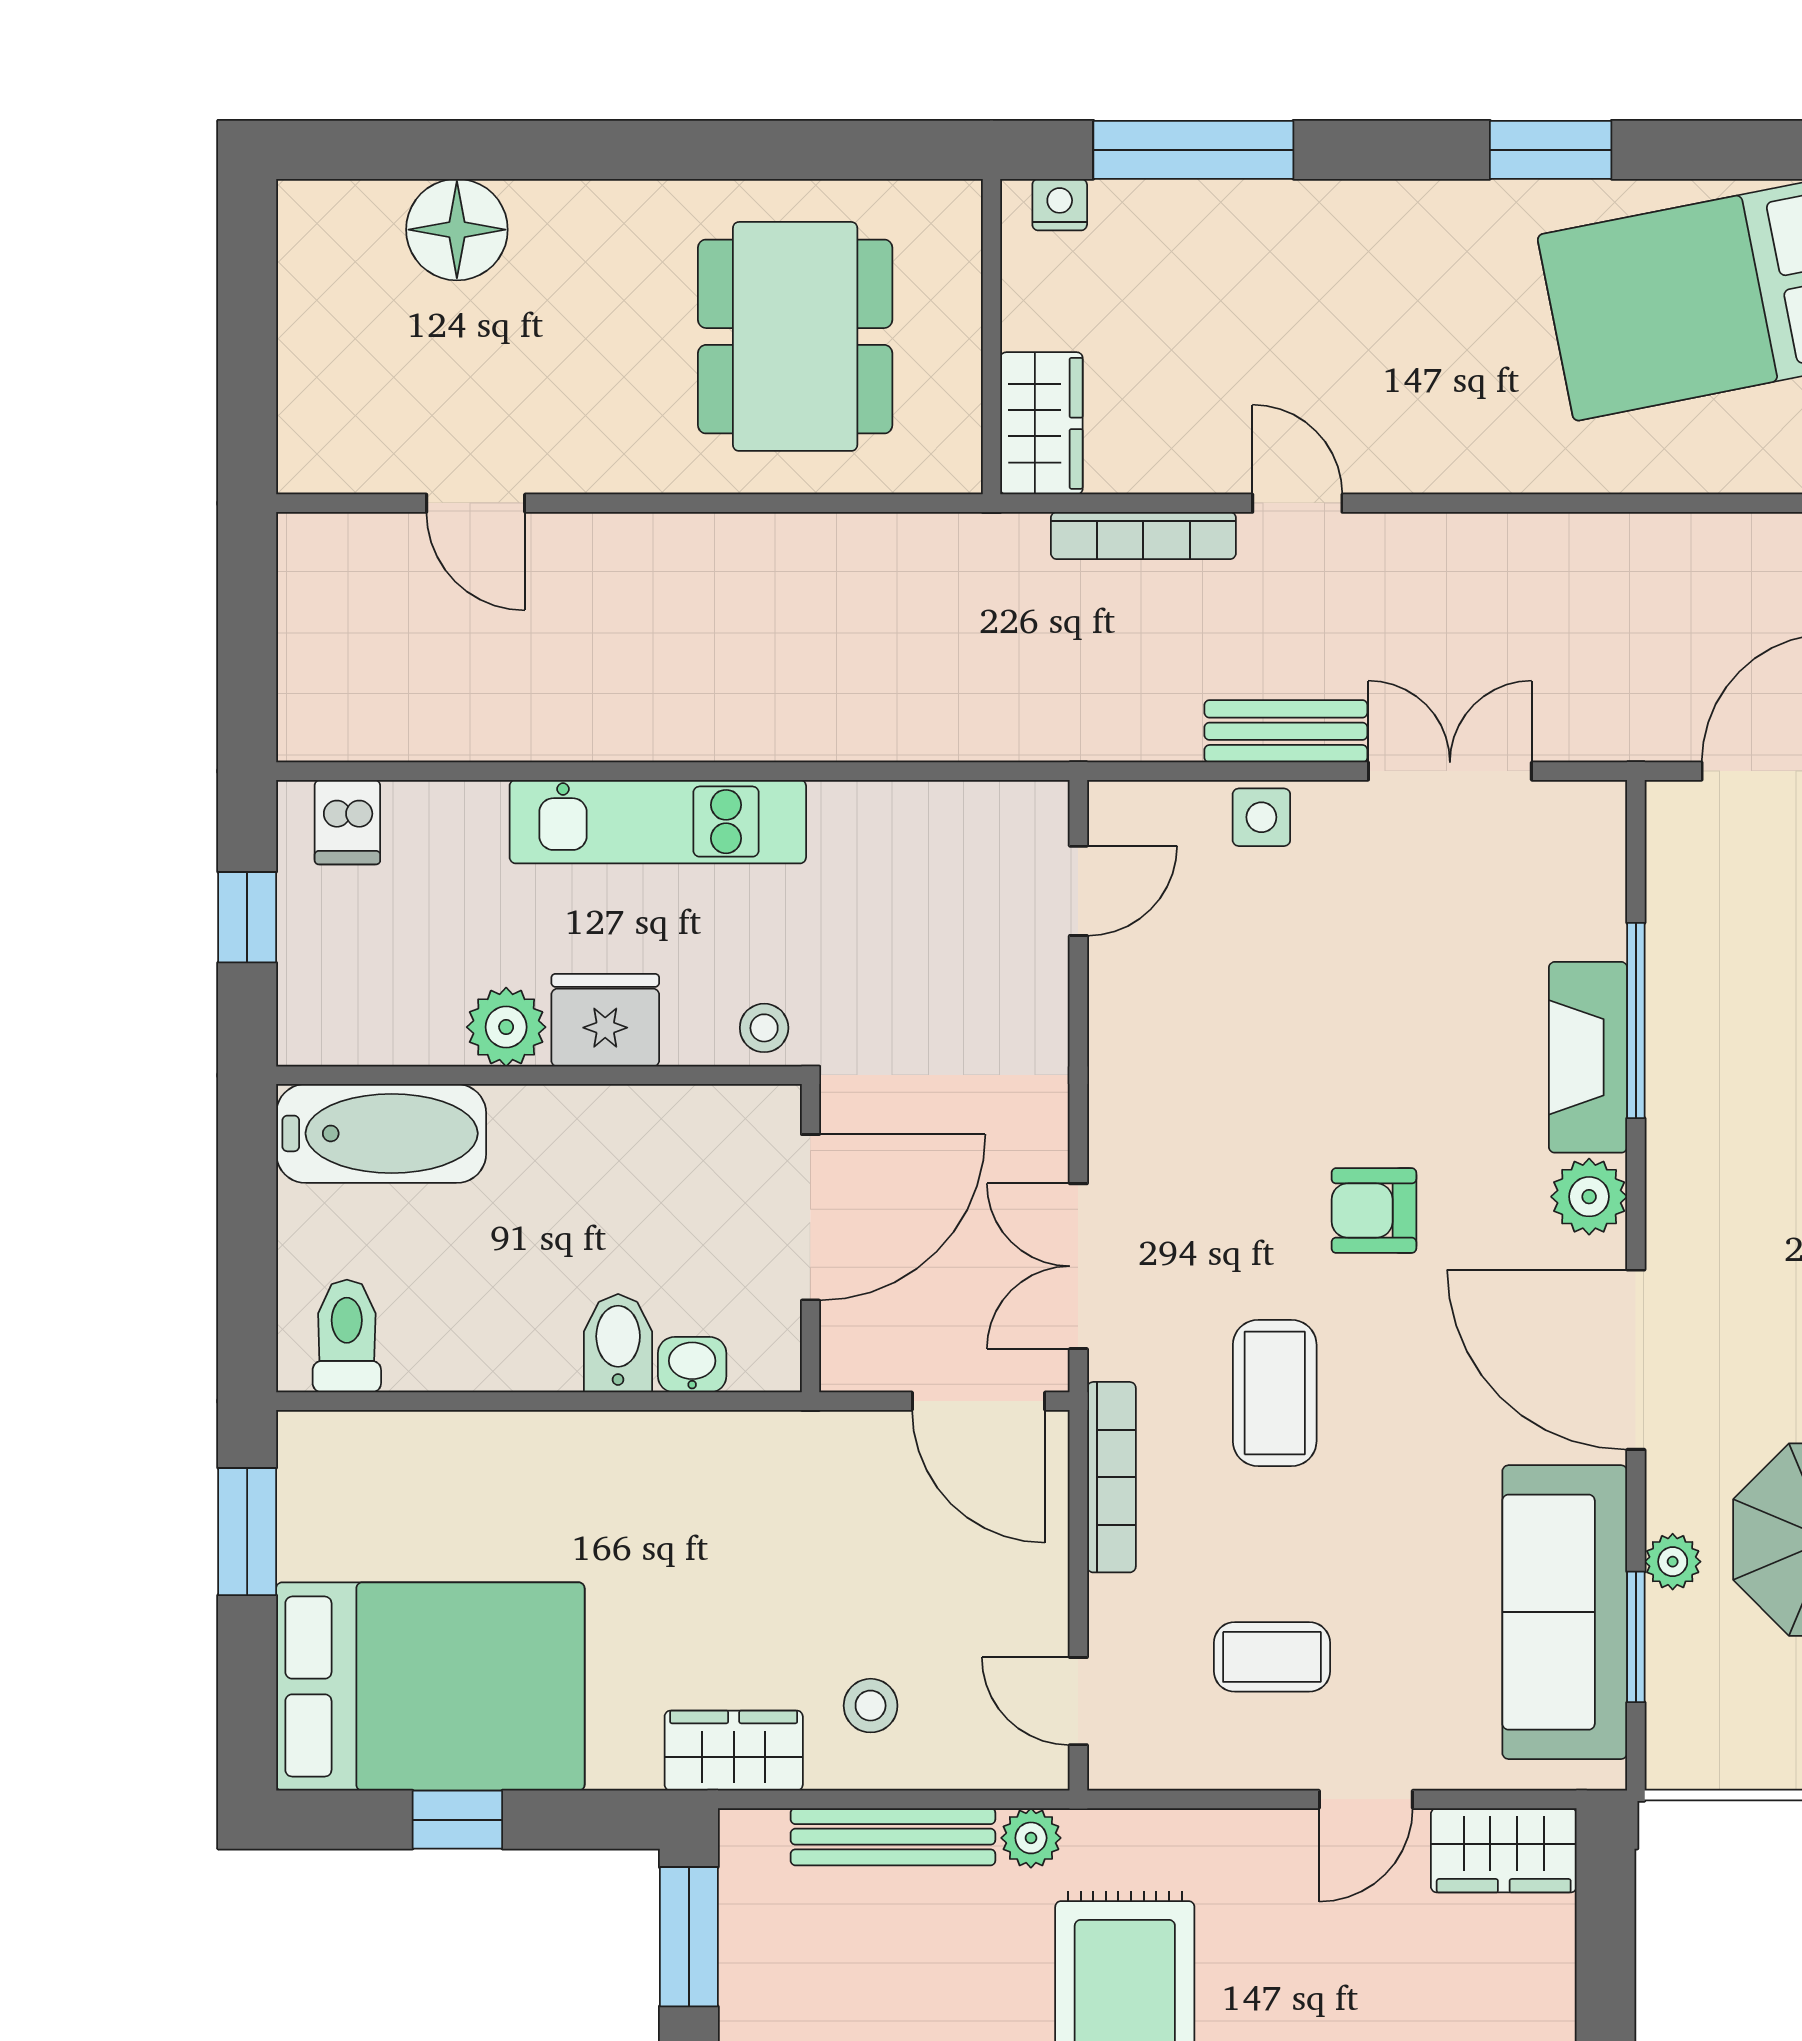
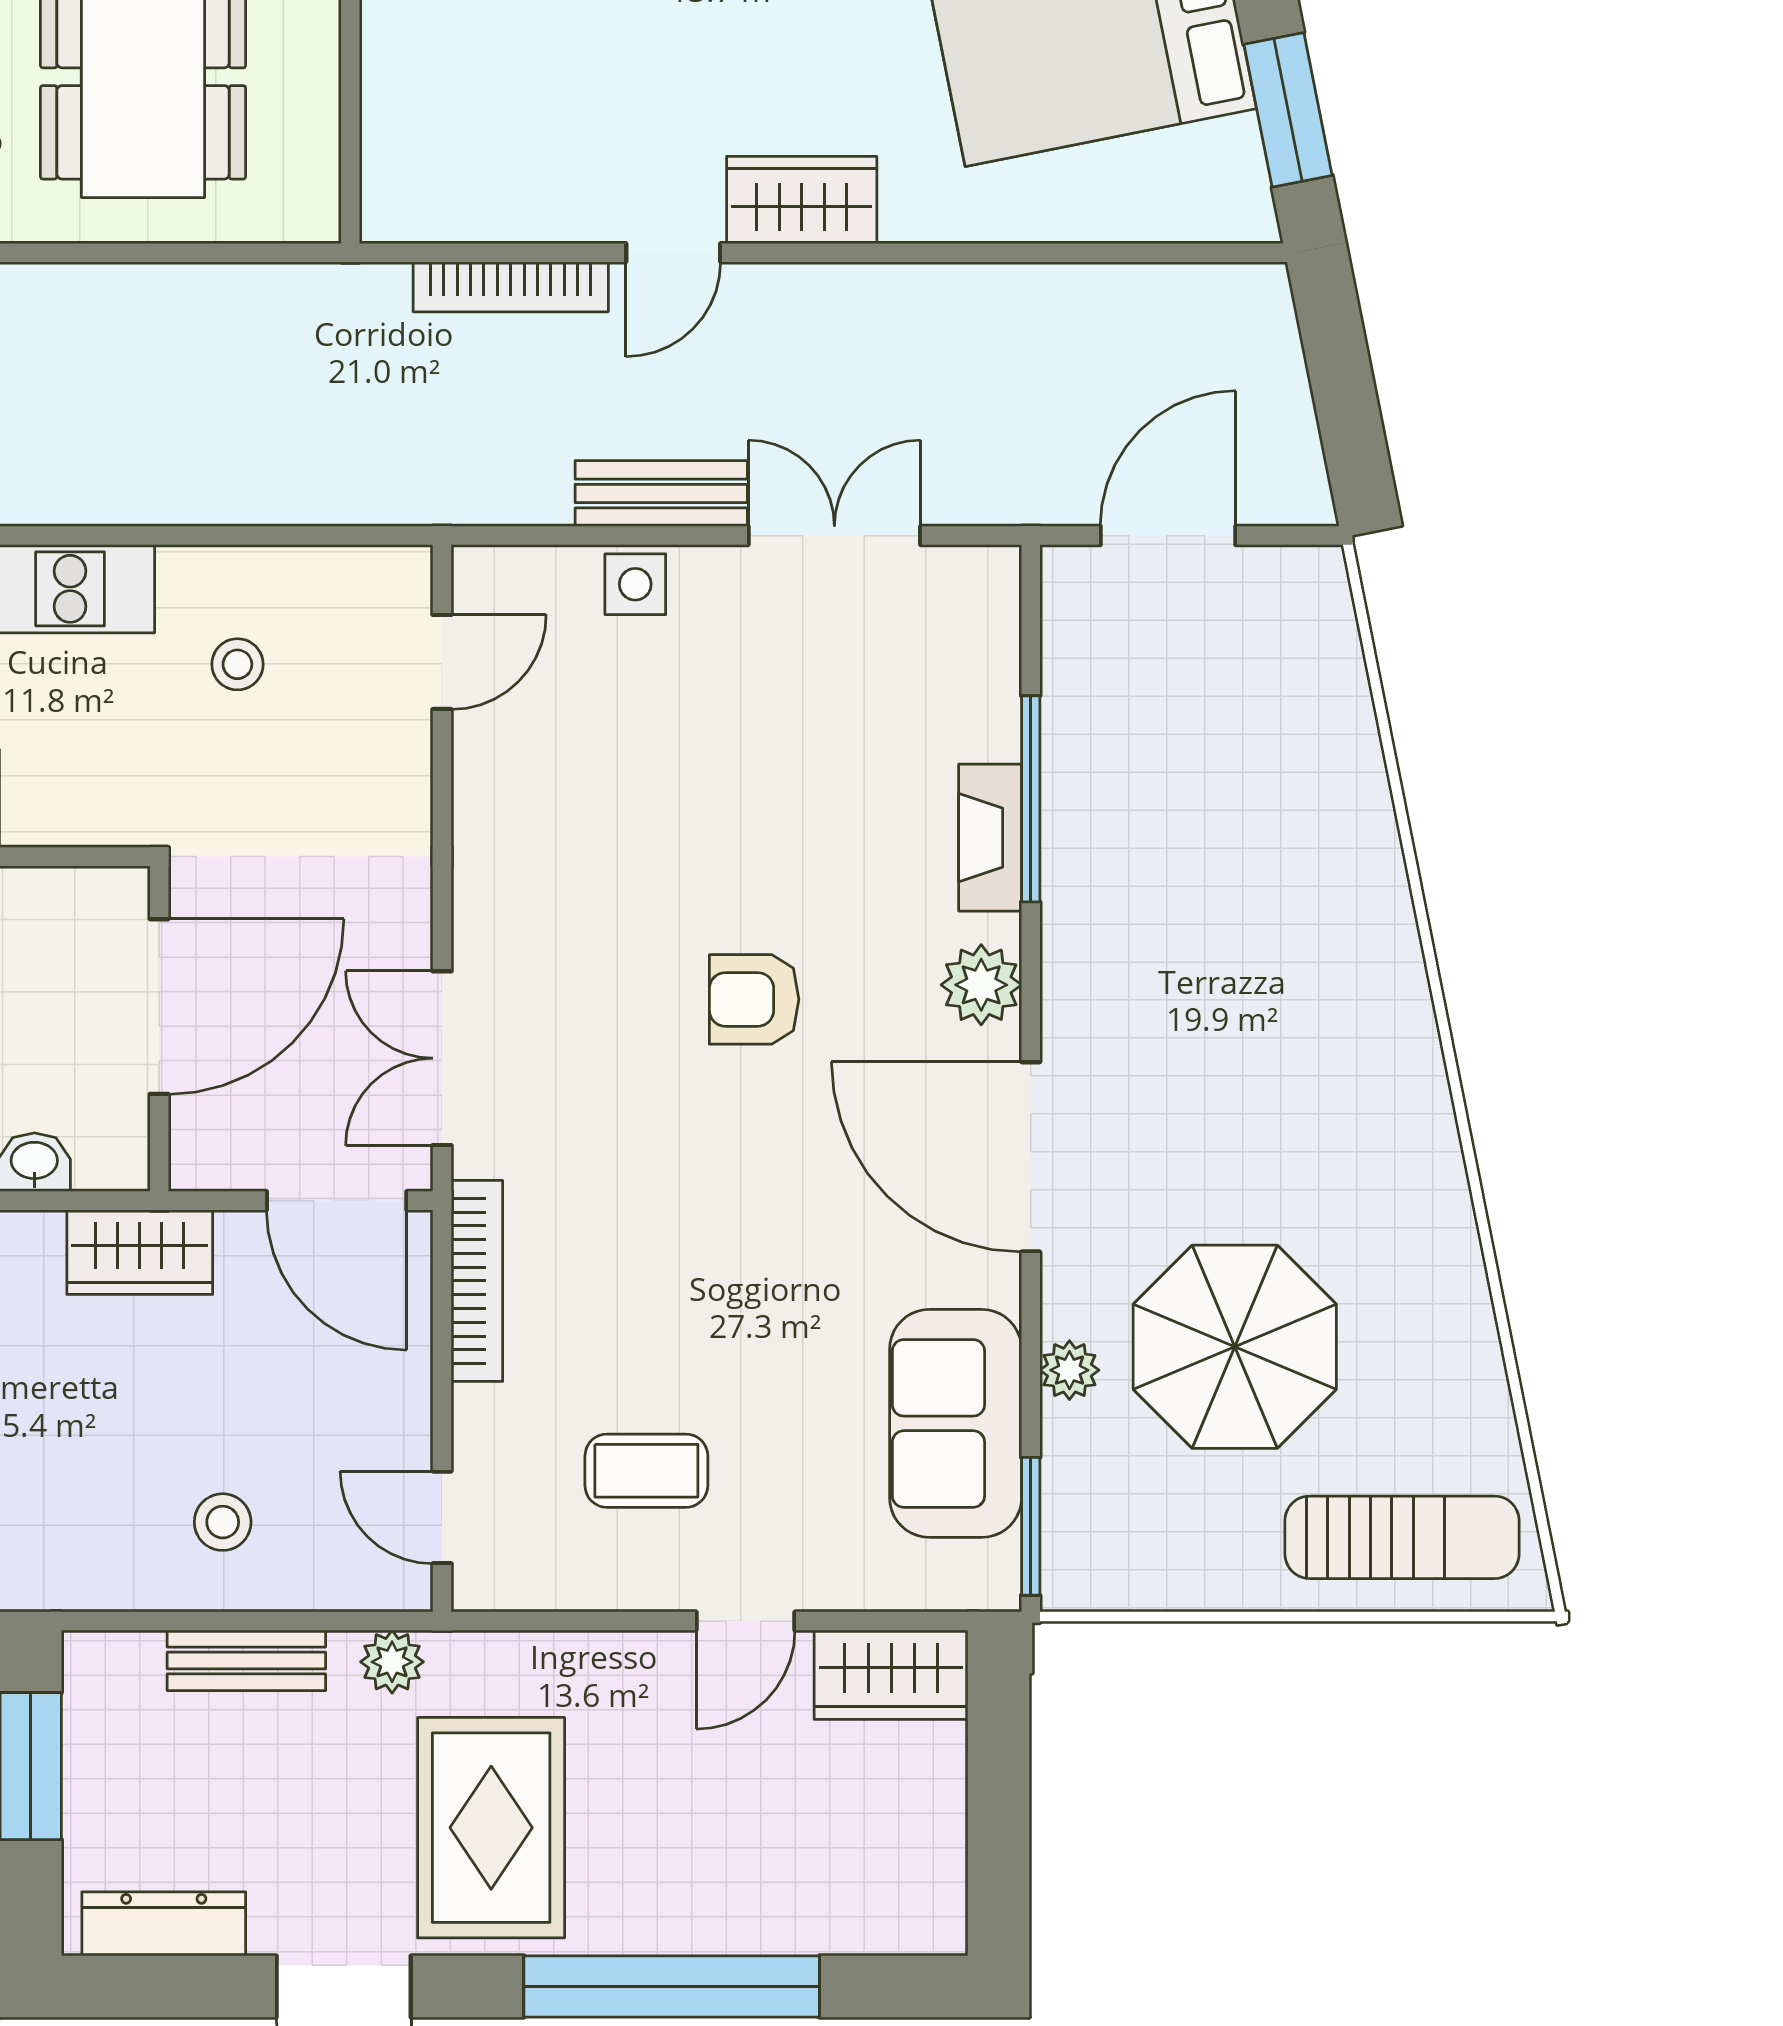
wardrobe: (1041, 423) -> (802, 200), moved, turned -90
door: (1297, 503) -> (673, 253), swing flipped
stool: (764, 1028) -> (237, 664), moved
fireplace: (1588, 1057) -> (990, 838), width x0.73, depth x0.76
coffee table: (1275, 1393) -> (649, 1192), removed
sofa: (1565, 1612) -> (956, 1423), width x0.73
window: (1636, 1637) -> (1031, 1526), moved
wardrobe: (734, 1751) -> (140, 1252), moved, turned 180
bench: (893, 1837) -> (246, 1660), width x0.73

